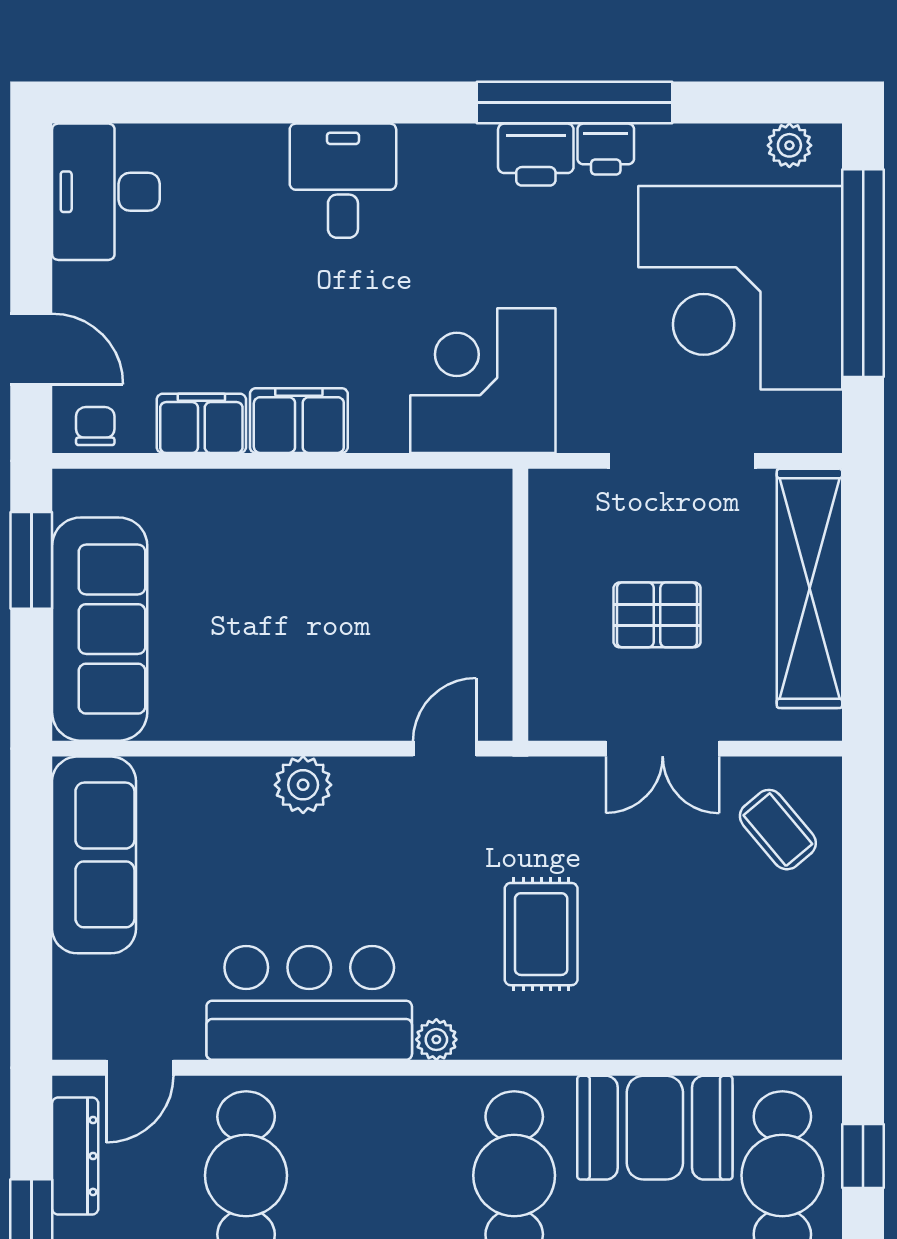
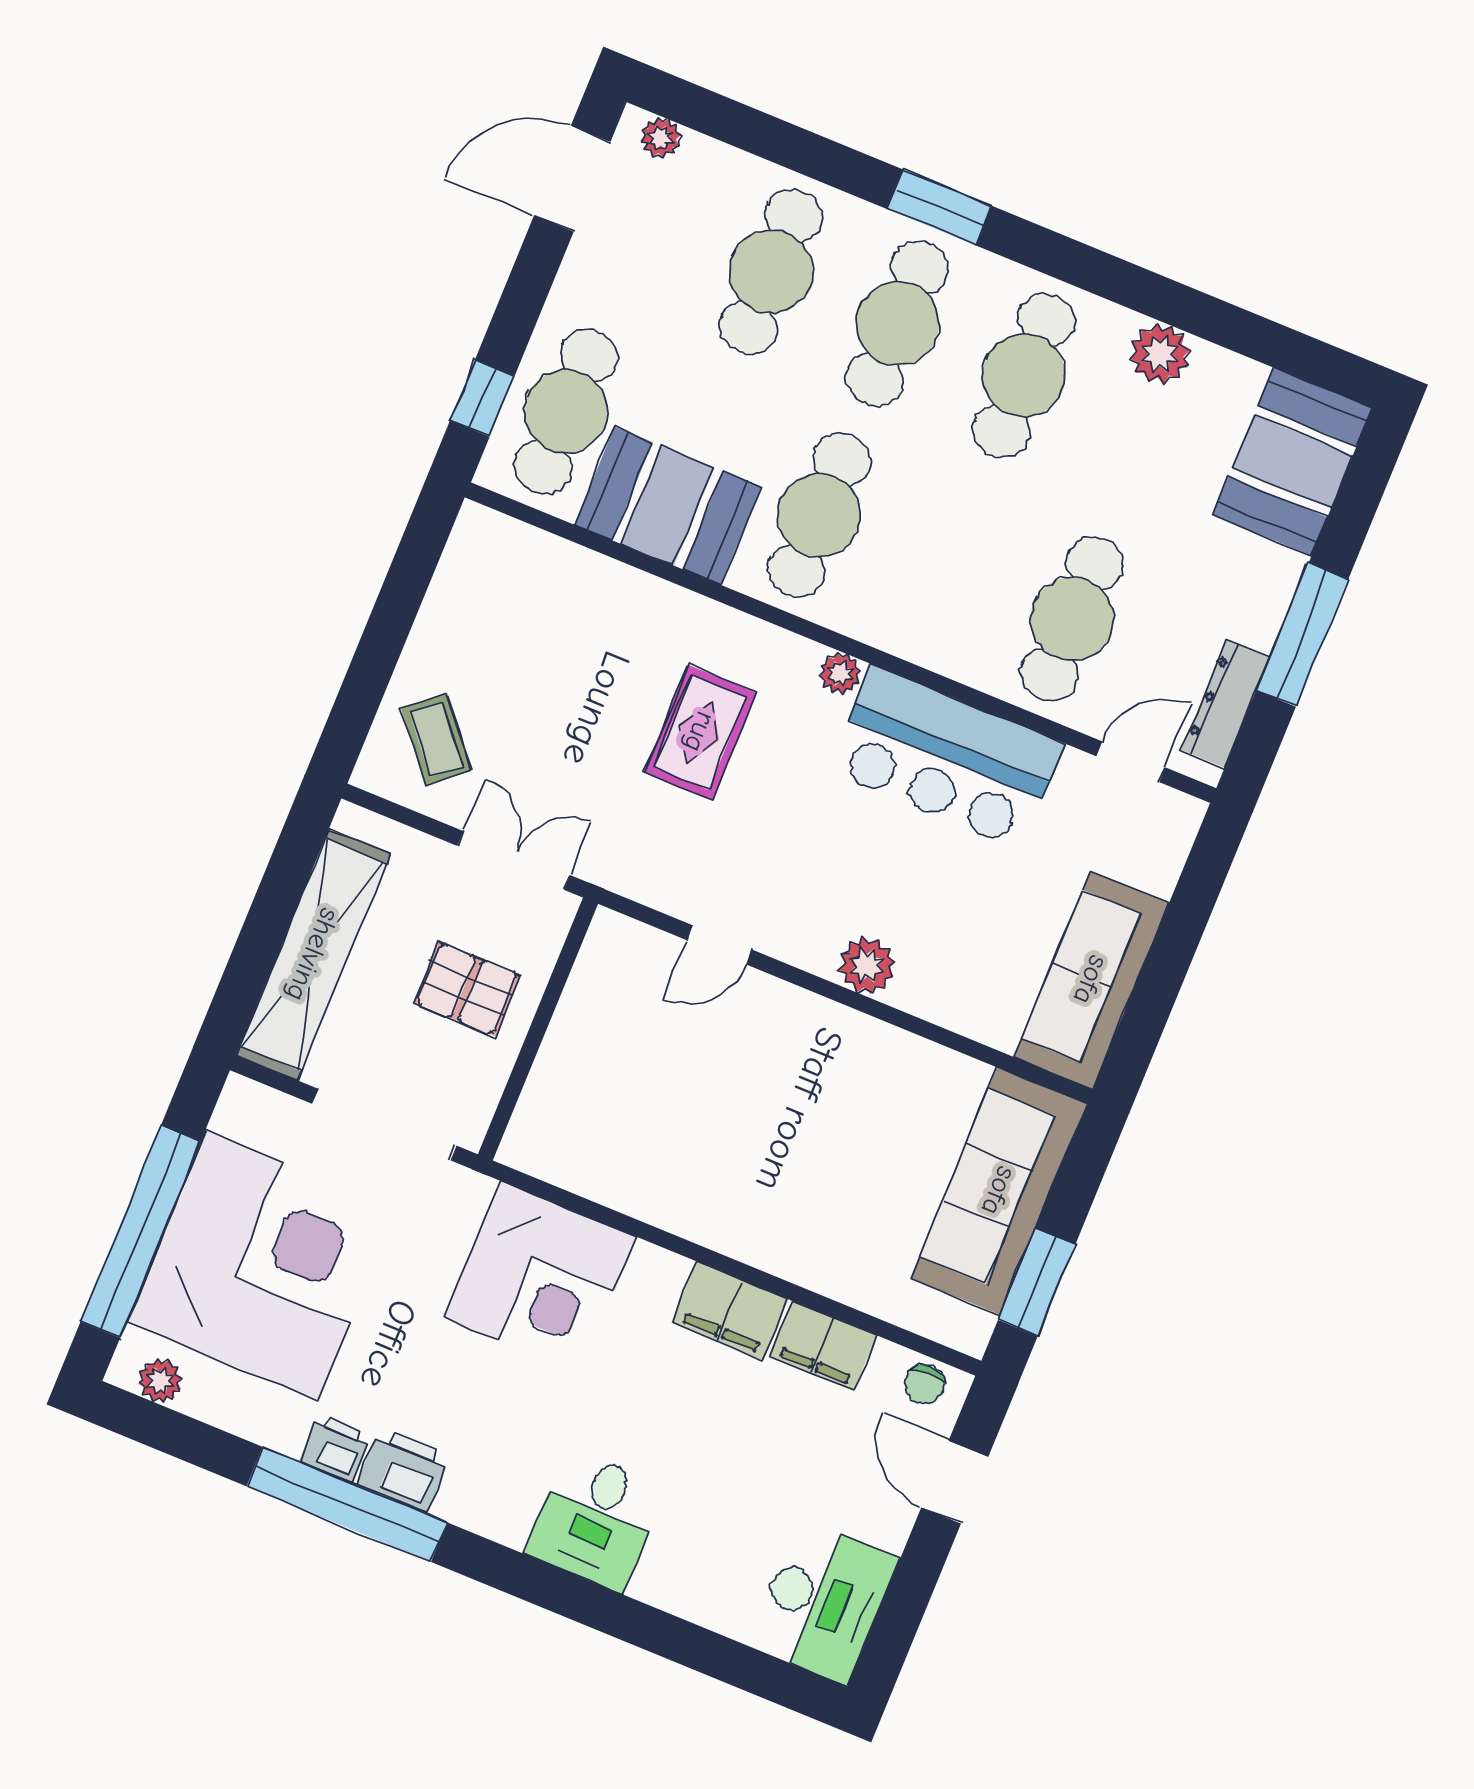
wall: (520, 605) -> (538, 1029), moved

